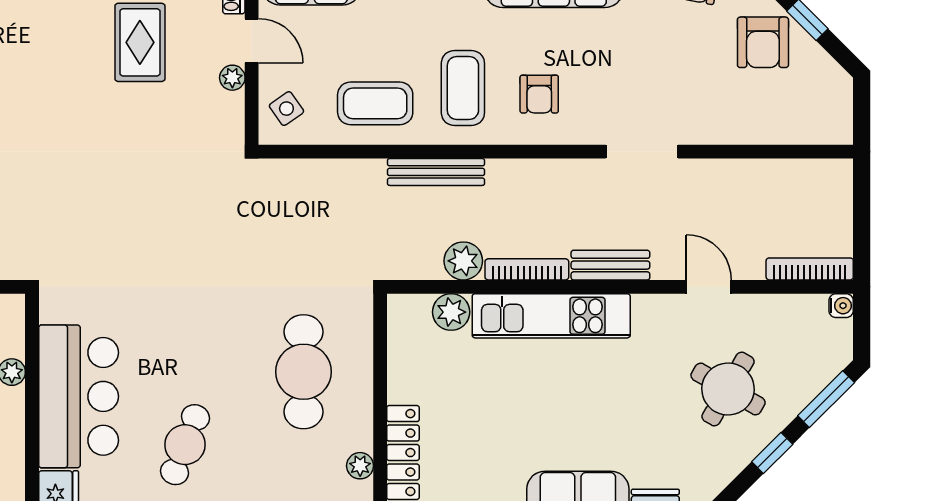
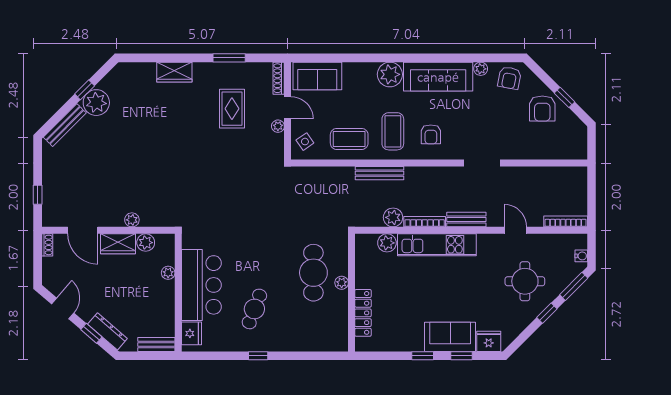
water cooler: (841, 306) -> (581, 256), moved
round table: (728, 389) -> (525, 281), turned -30
plant: (360, 466) -> (342, 283), moved

